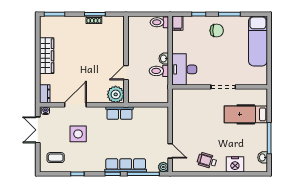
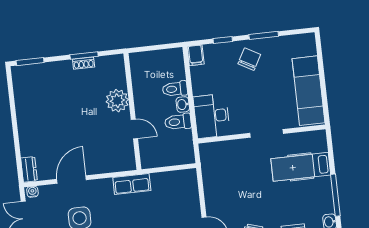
toilet: (159, 22) -> (175, 89), moved
chair: (217, 31) -> (249, 59), turned -61
exam couch: (258, 41) -> (309, 91), moved
wardrobe: (47, 56) -> (26, 118), removed
door: (126, 73) -> (134, 129), swing flipped
plant: (116, 94) -> (117, 101), moved

